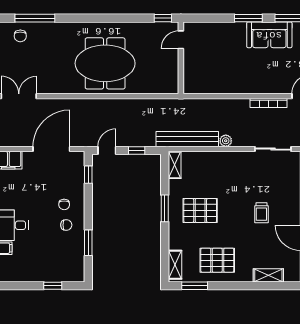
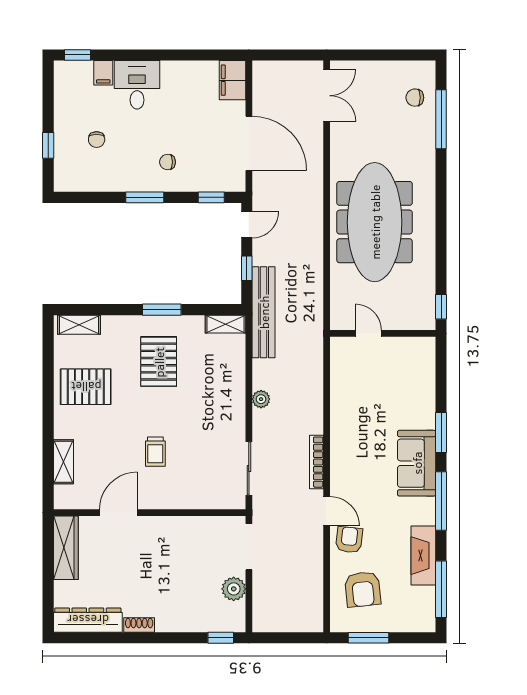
door: (181, 40) -> (368, 333), moved
meeting table: (105, 63) -> (375, 222), width x1.36
bench: (187, 139) -> (264, 312), moved
door: (107, 150) -> (247, 225), hinge flipped
trolley: (261, 213) -> (155, 452), turned -90
chair: (66, 225) -> (97, 140), moved
window: (88, 243) -> (145, 197), moved
pallet: (217, 260) -> (86, 387), turned 90
window: (195, 286) -> (48, 354), removed

